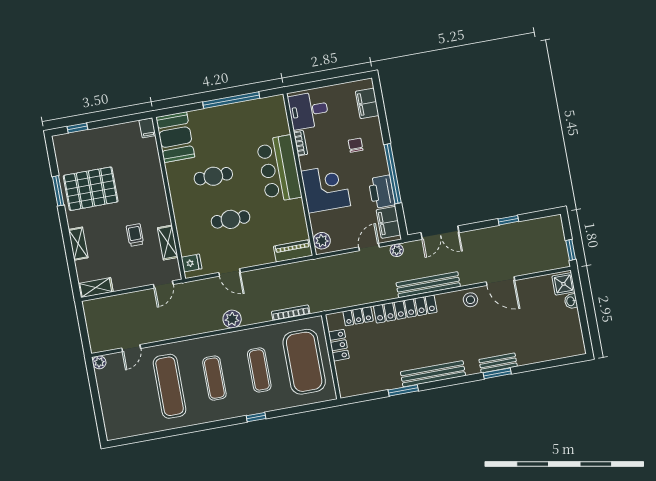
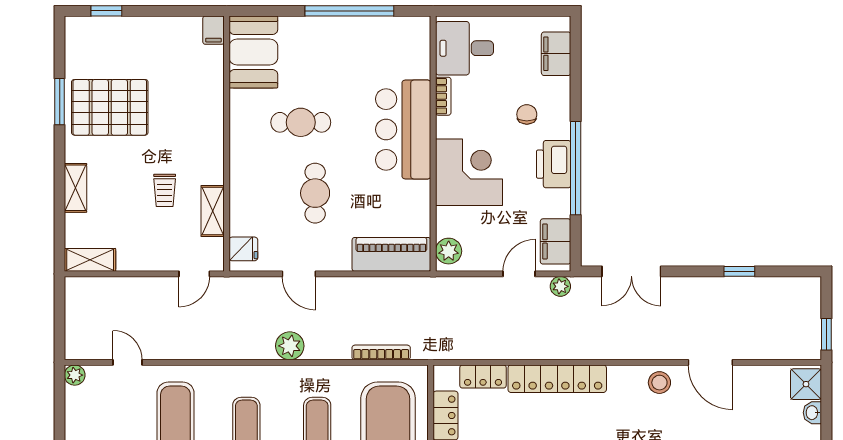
printer: (382, 192) -> (554, 164), moved
cafe table: (231, 219) -> (315, 193), turned 90
trolley: (135, 235) -> (165, 190), turned 180
piano: (293, 251) -> (391, 254), width x1.37, depth x1.33
bench: (428, 285) -> (599, 348), removed
door: (131, 348) -> (128, 362), swing flipped

